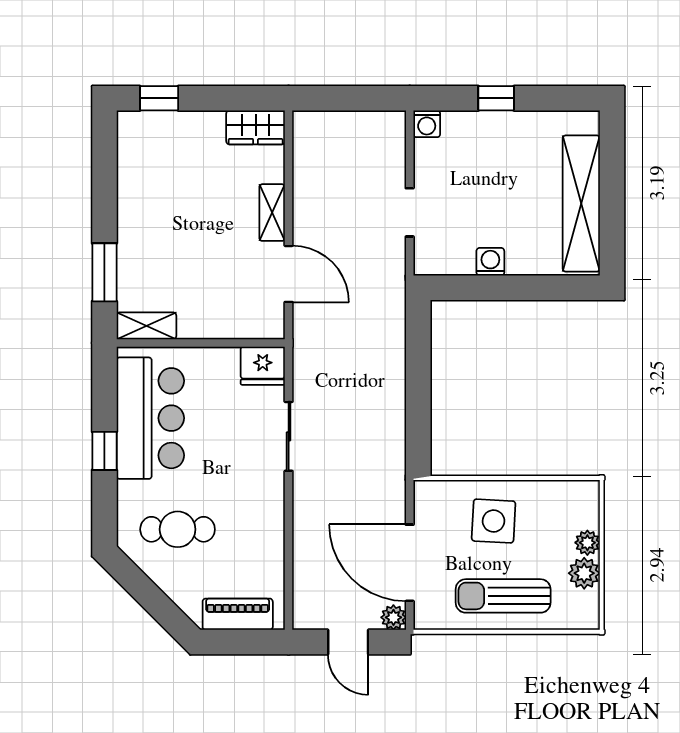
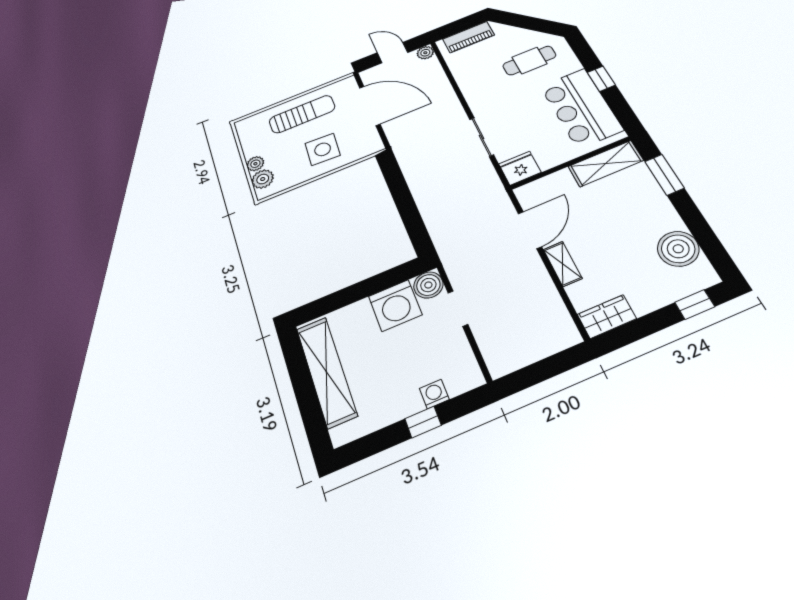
washing machine: (427, 124) -> (434, 394), moved
boiler: (140, 171) -> (678, 249), added
boiler: (431, 258) -> (428, 285), added
washing machine: (490, 262) -> (395, 305), width x1.89, depth x1.89
door: (289, 274) -> (530, 230), swing flipped
shelving: (146, 326) -> (606, 163), width x1.50, depth x1.33
plant: (584, 573) -> (263, 179), moved
plant: (393, 617) -> (425, 53), moved

